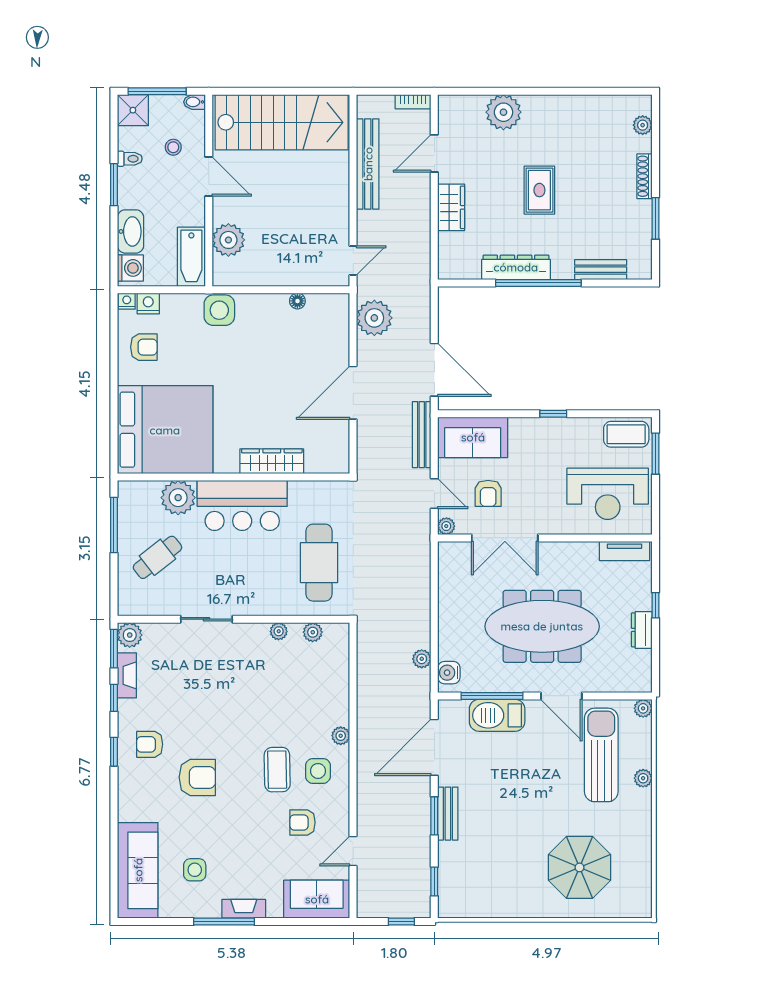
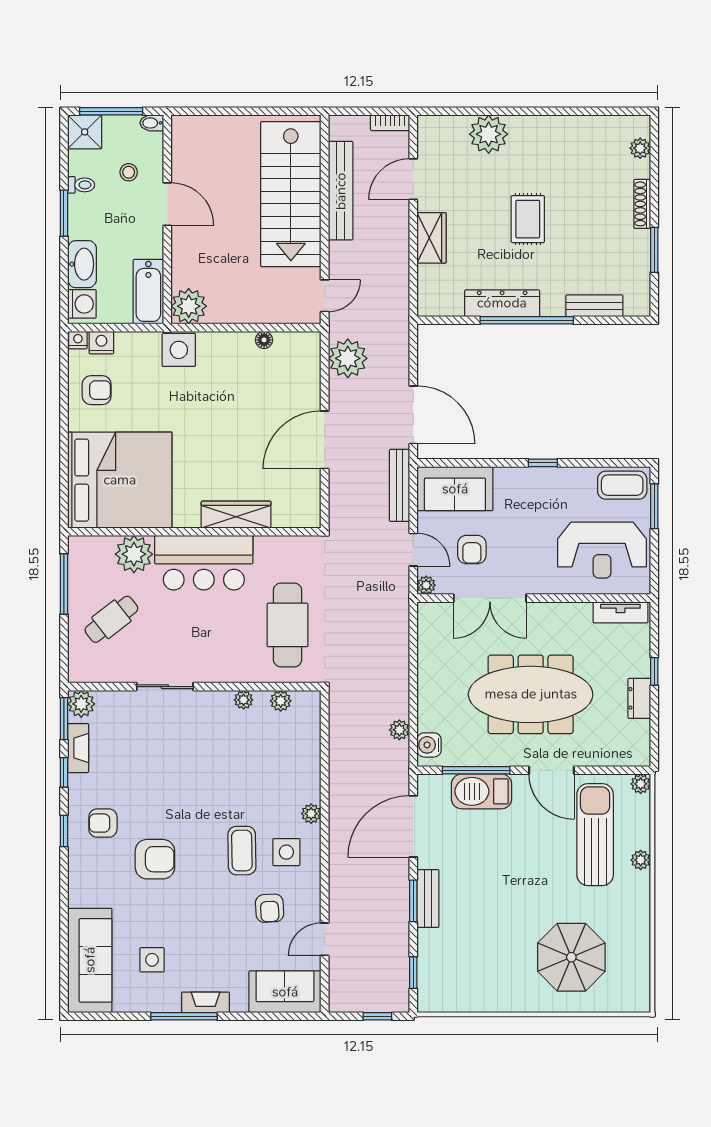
stairs: (282, 122) -> (291, 194), moved, turned 90
plant: (228, 240) -> (189, 306), moved
armchair: (303, 822) -> (270, 908), turned -93

